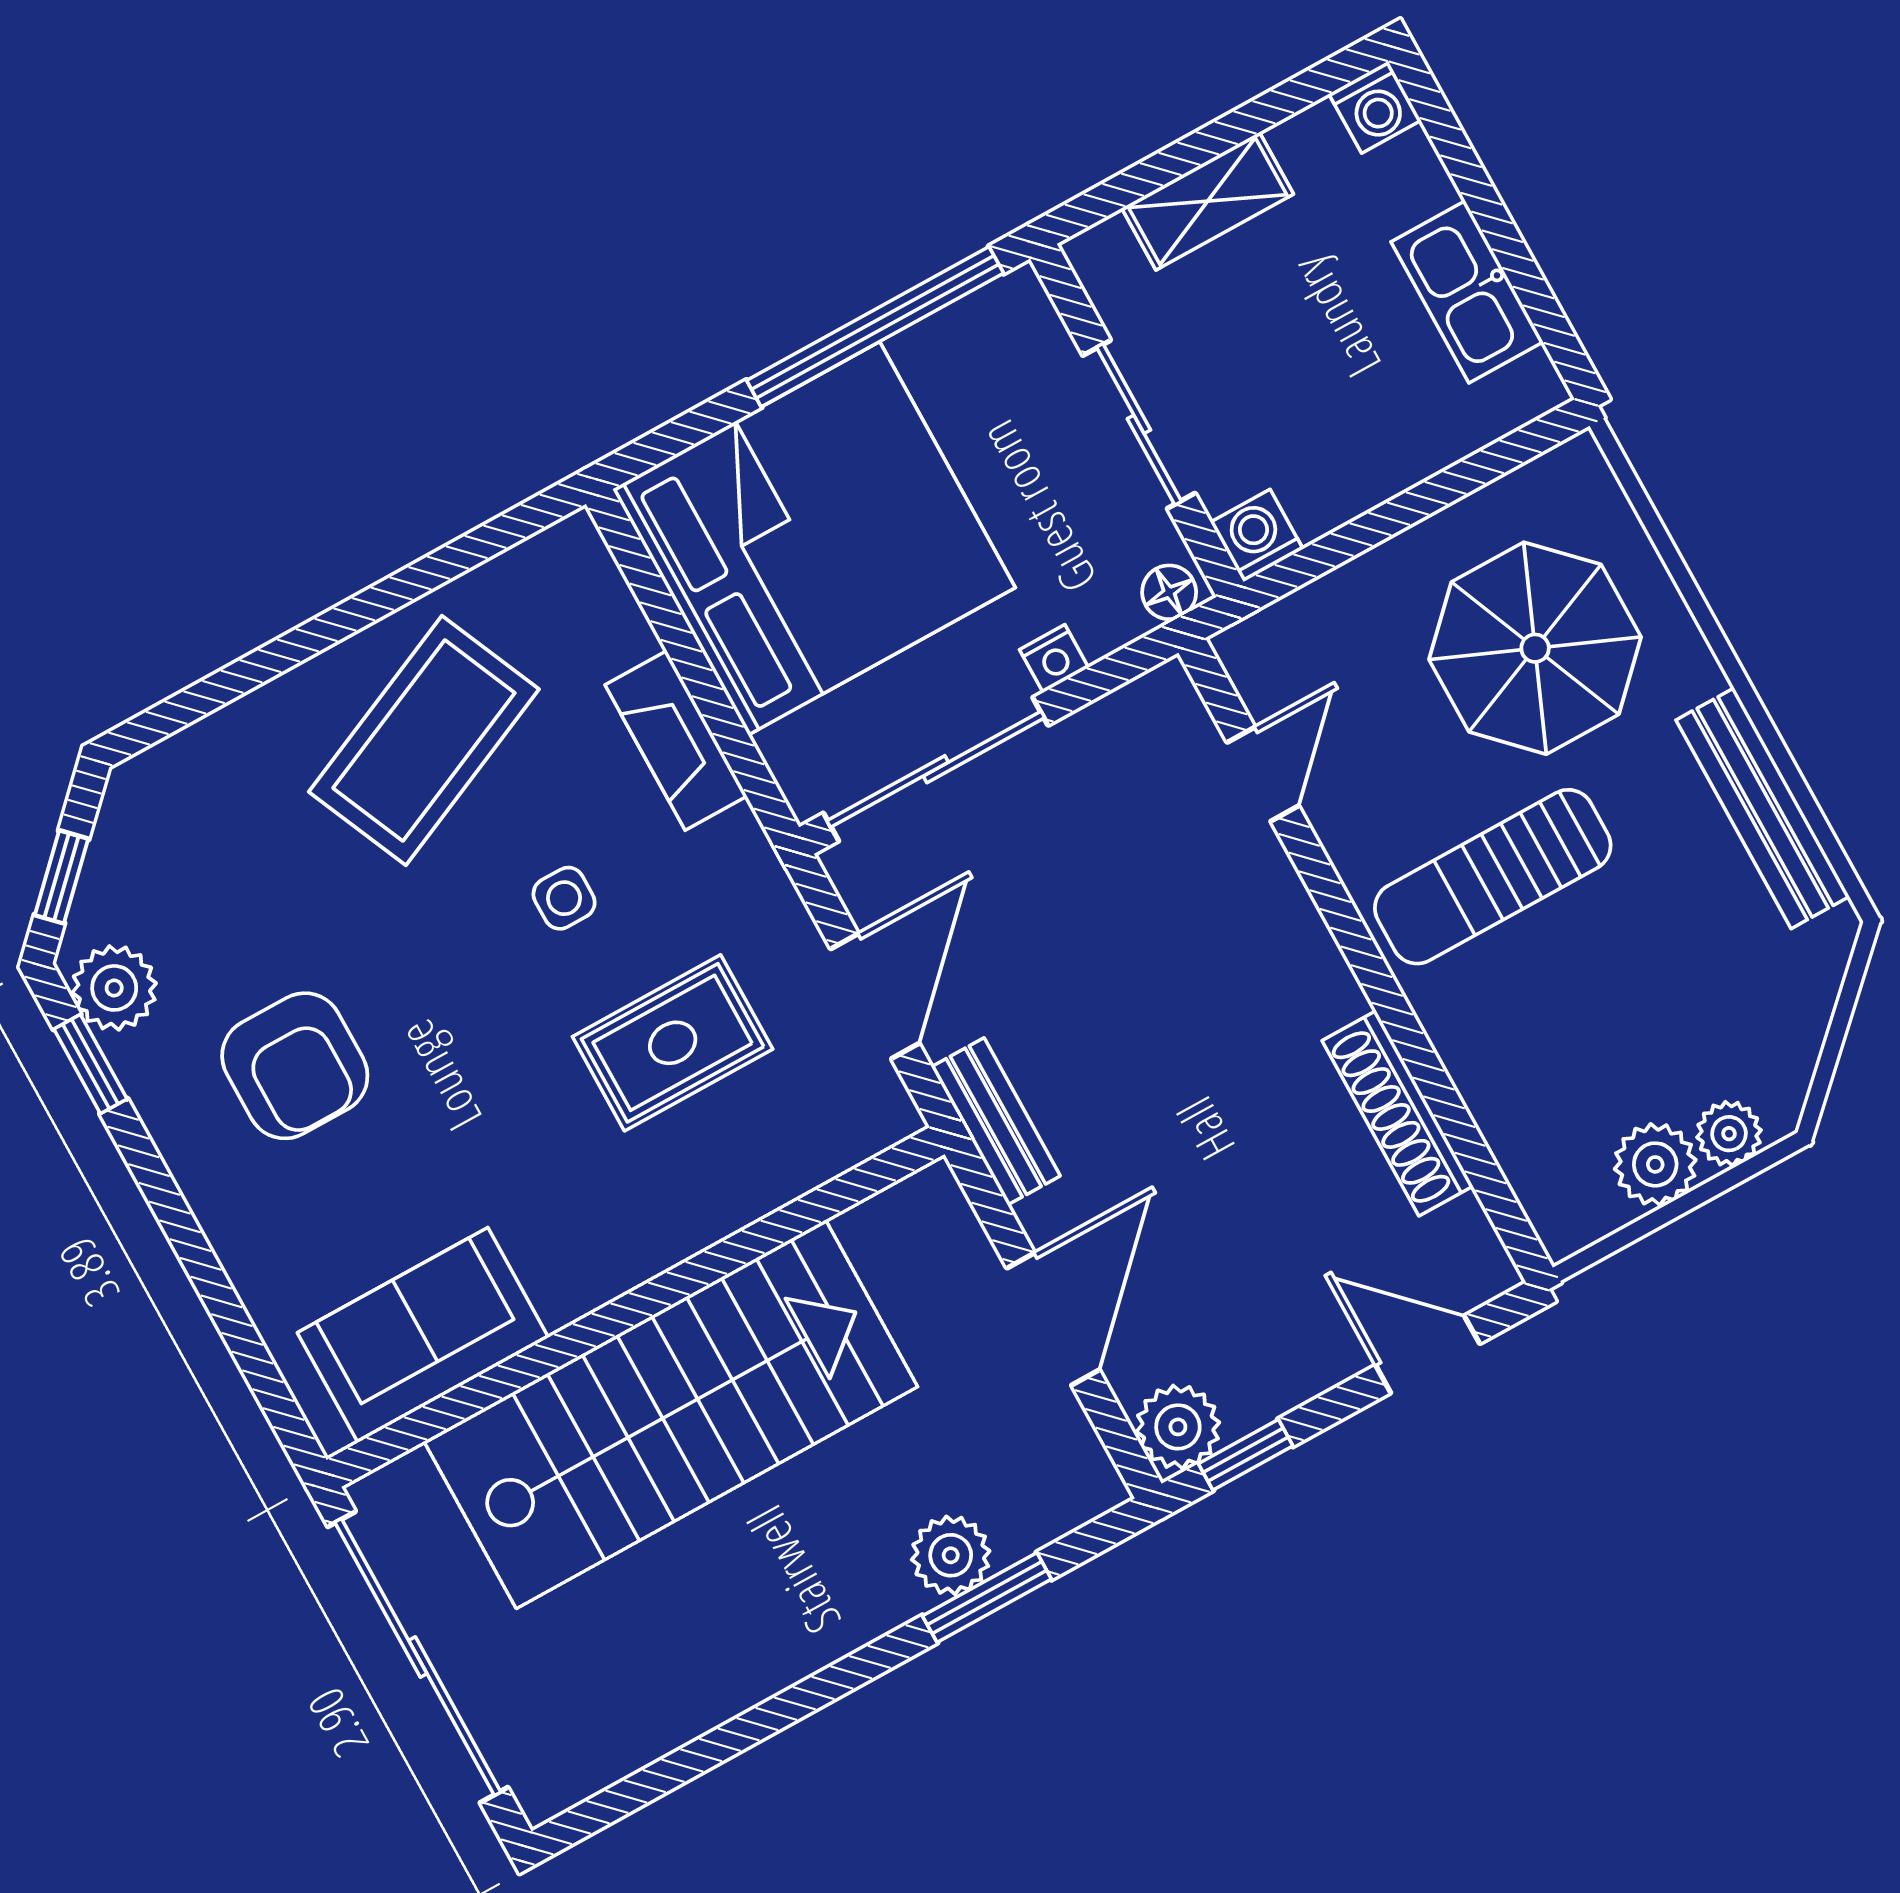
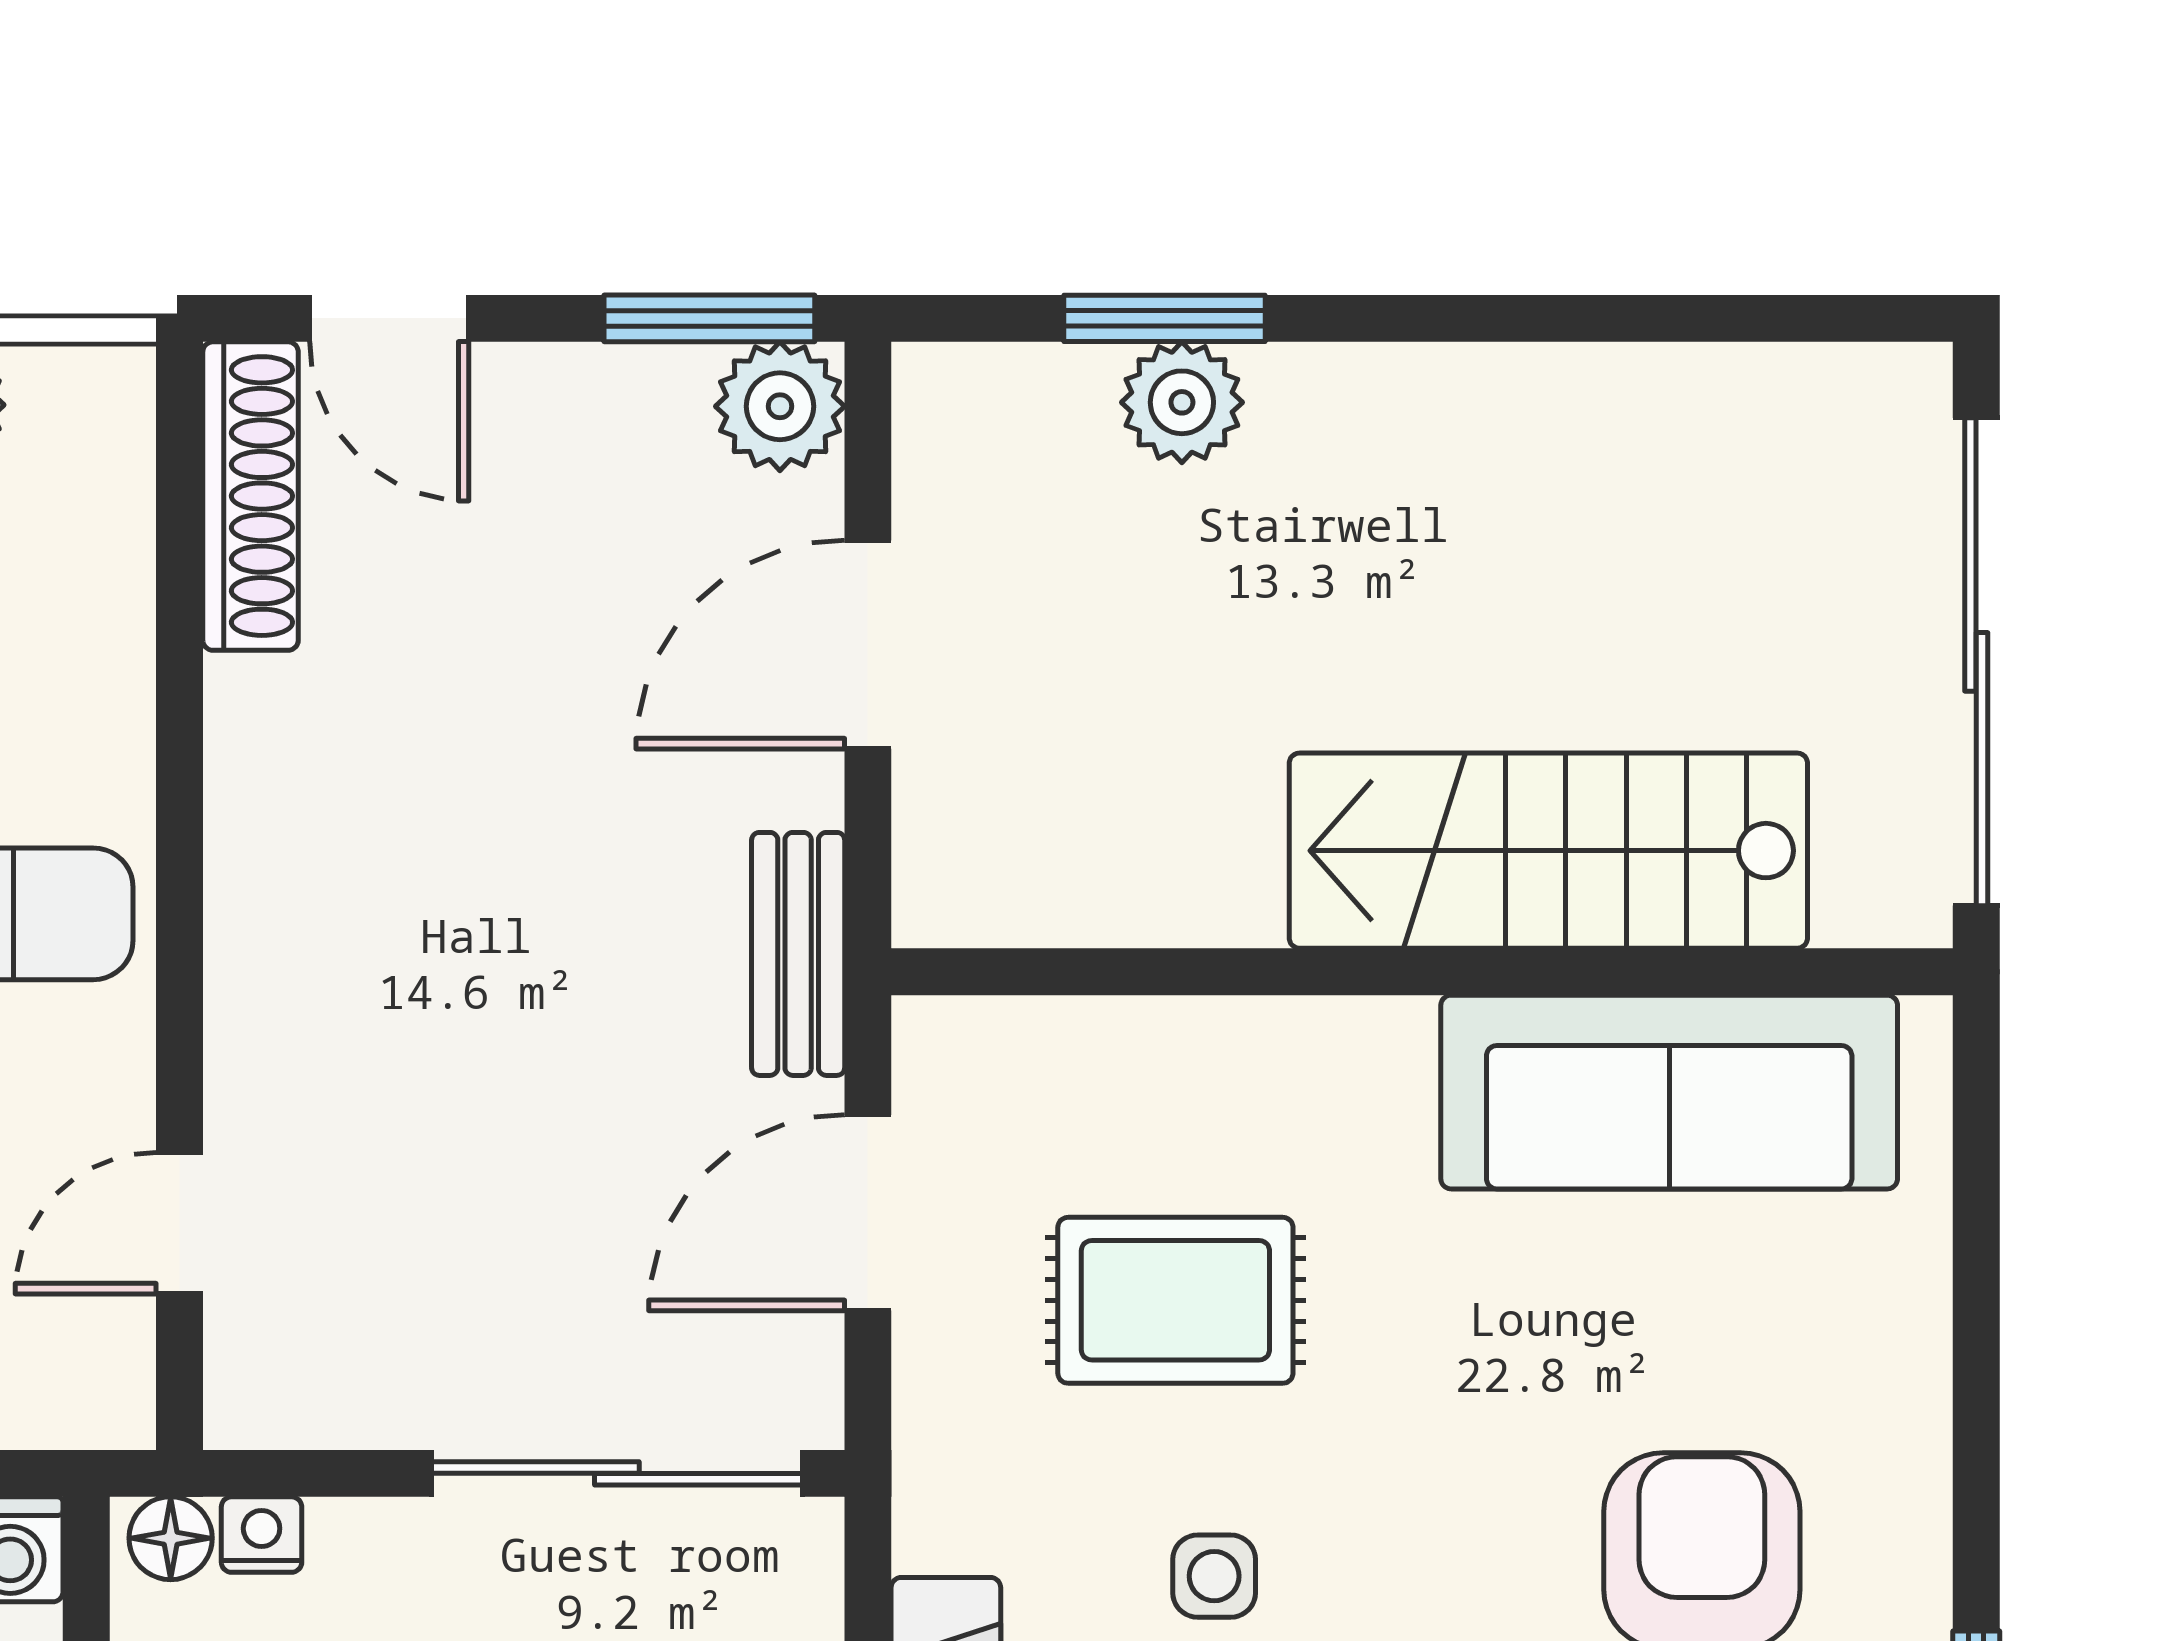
nightstand: (1054, 659) -> (262, 1535), moved
shoe rack: (1397, 1113) -> (251, 496), moved
sofa: (423, 1335) -> (1669, 1092), width x1.36
stairs: (671, 1414) -> (1548, 851), width x0.73, depth x0.66
window: (1246, 1455) -> (709, 318), width x1.50

